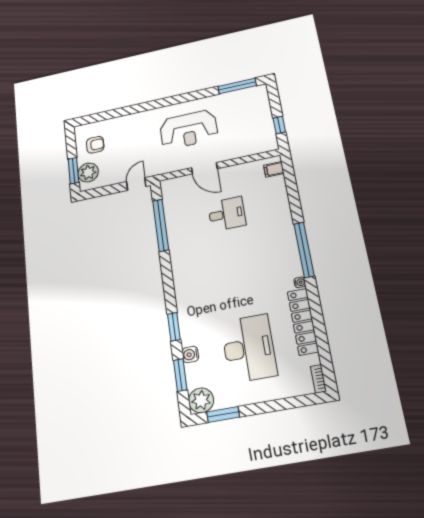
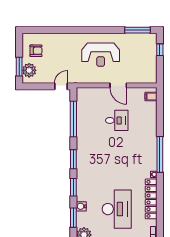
window: (279, 125) -> (160, 50), moved
door: (204, 168) -> (118, 85), moved
window: (168, 284) -> (73, 159), added

